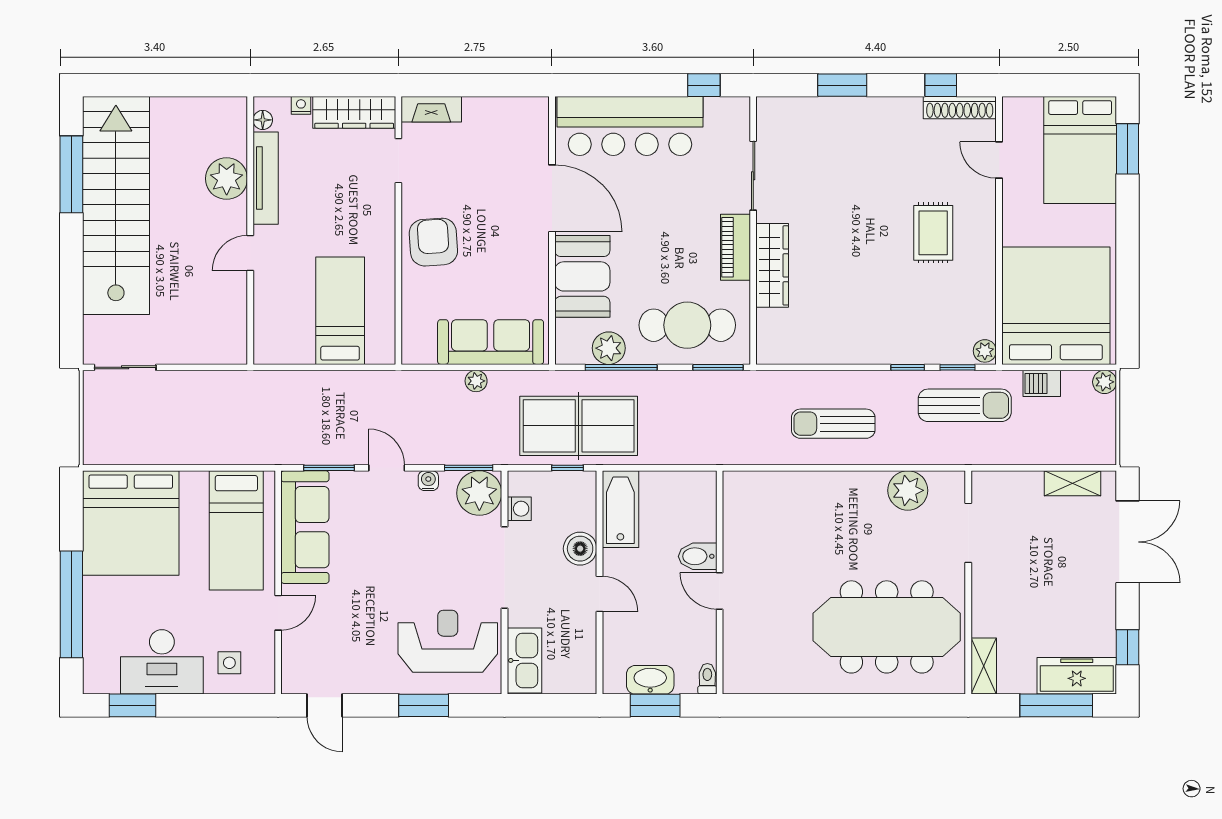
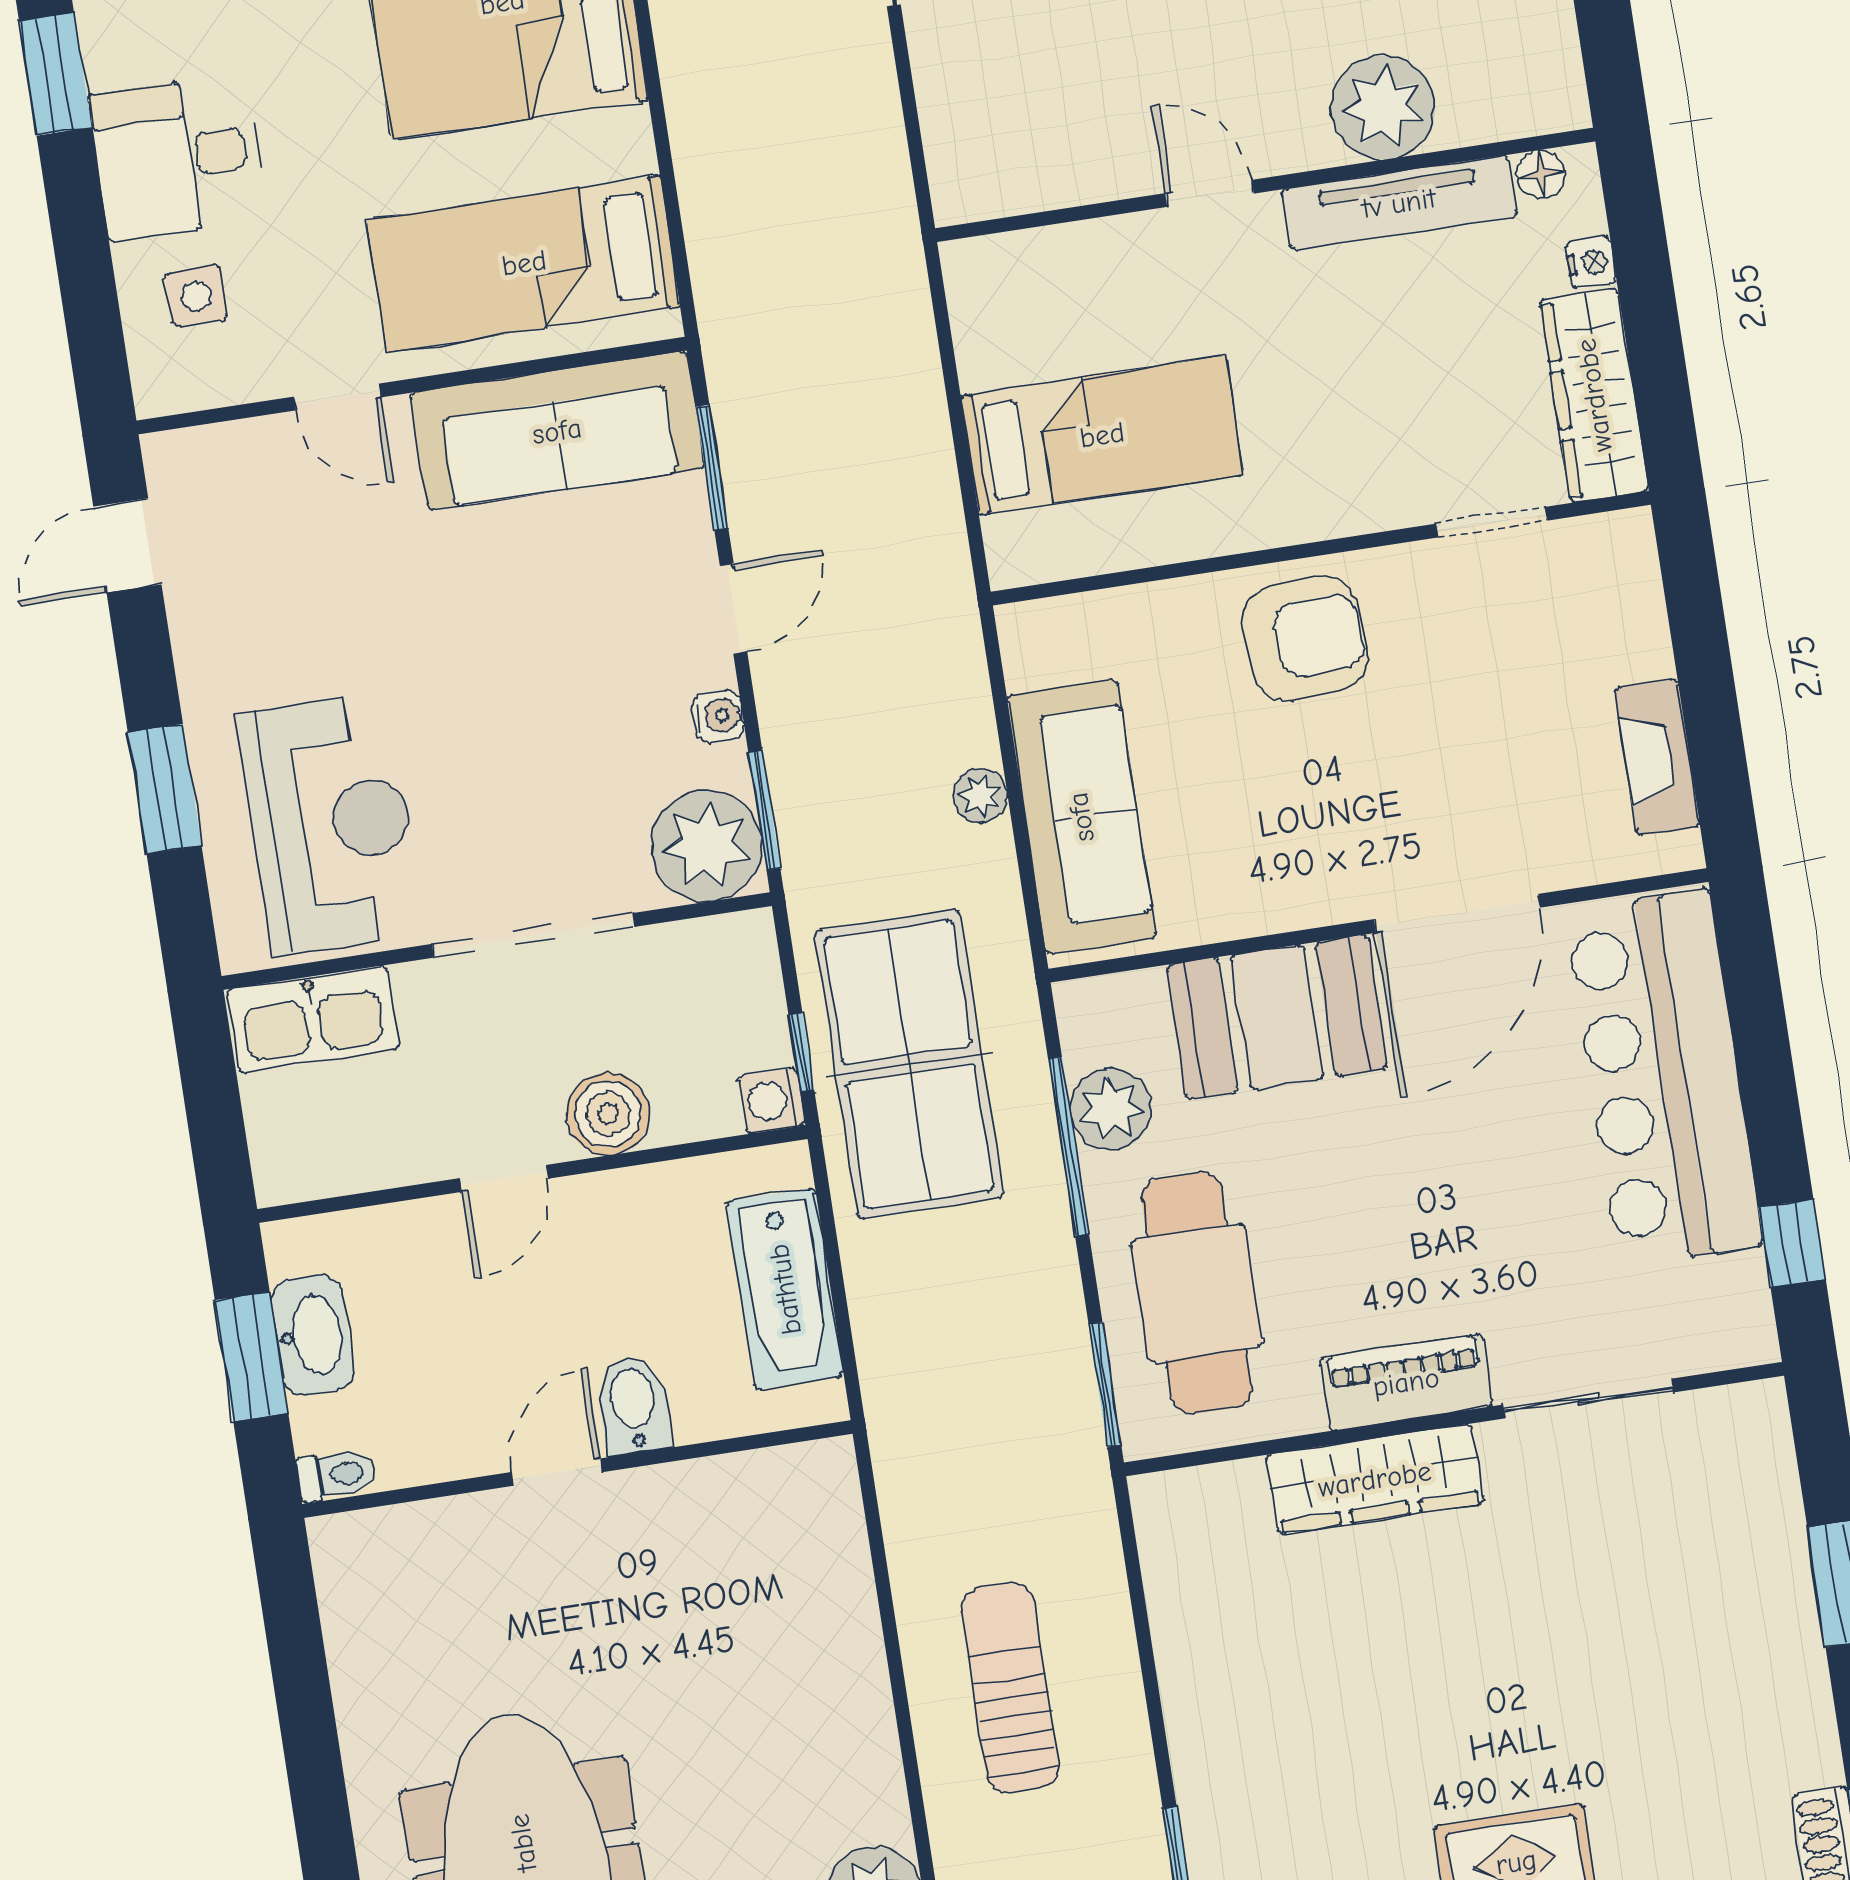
fireplace: (431, 109) -> (1657, 757), moved
washing machine: (519, 509) -> (772, 1101), moved, turned 90
bathtub: (620, 509) -> (785, 1289), moved, turned 90
desk: (162, 662) -> (177, 157), width x0.73

